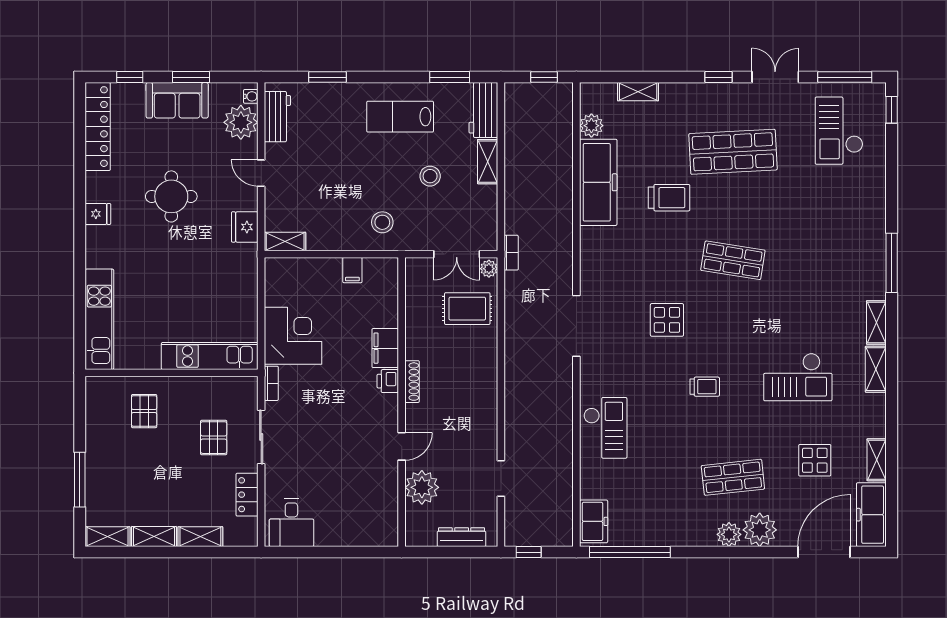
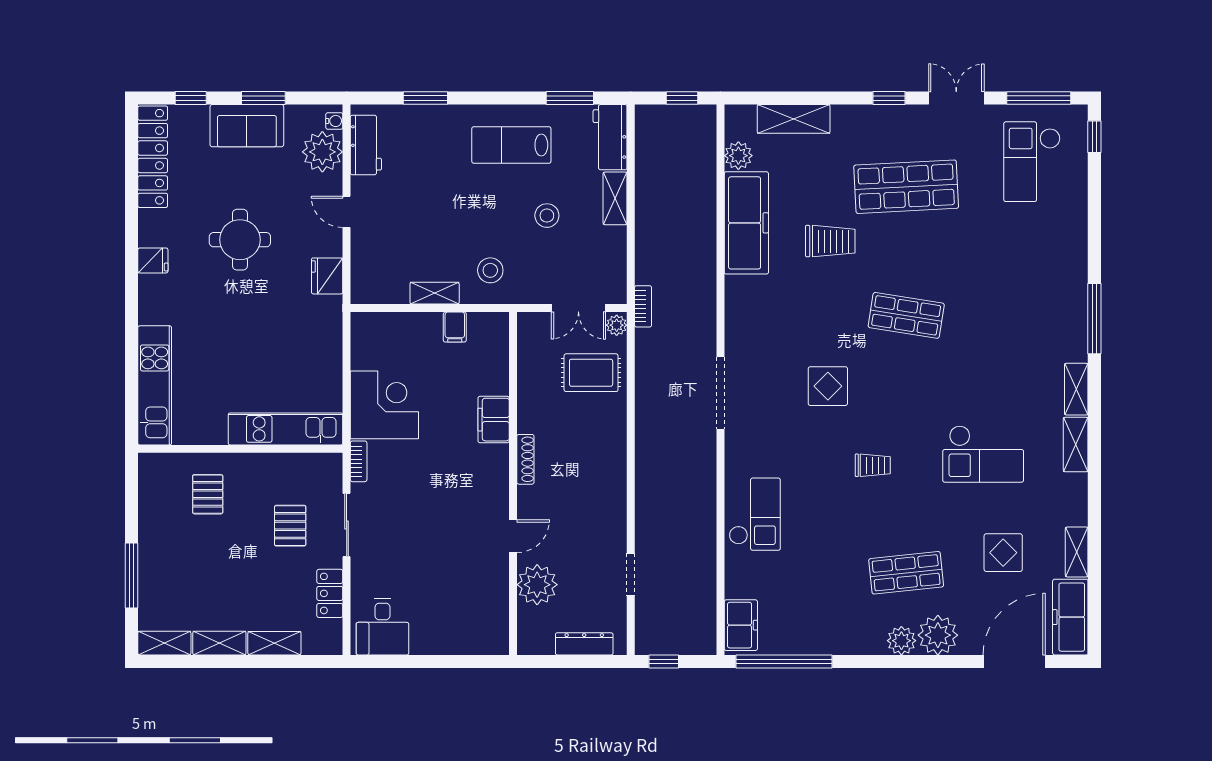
shelving: (638, 92) -> (794, 119), width x1.50, depth x1.33
shelving: (285, 242) -> (435, 293), moved
printer: (388, 381) -> (497, 459), removed

